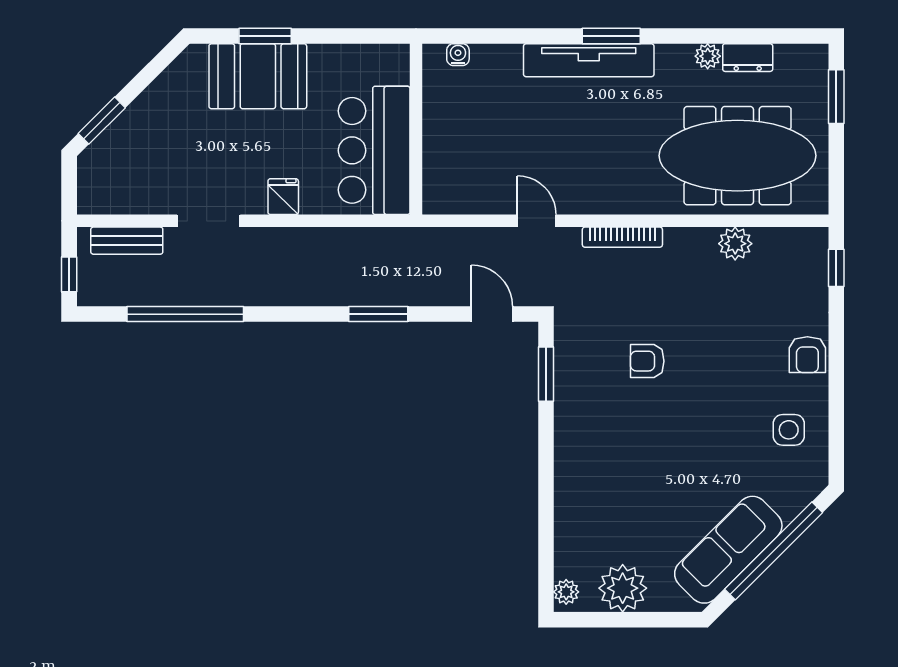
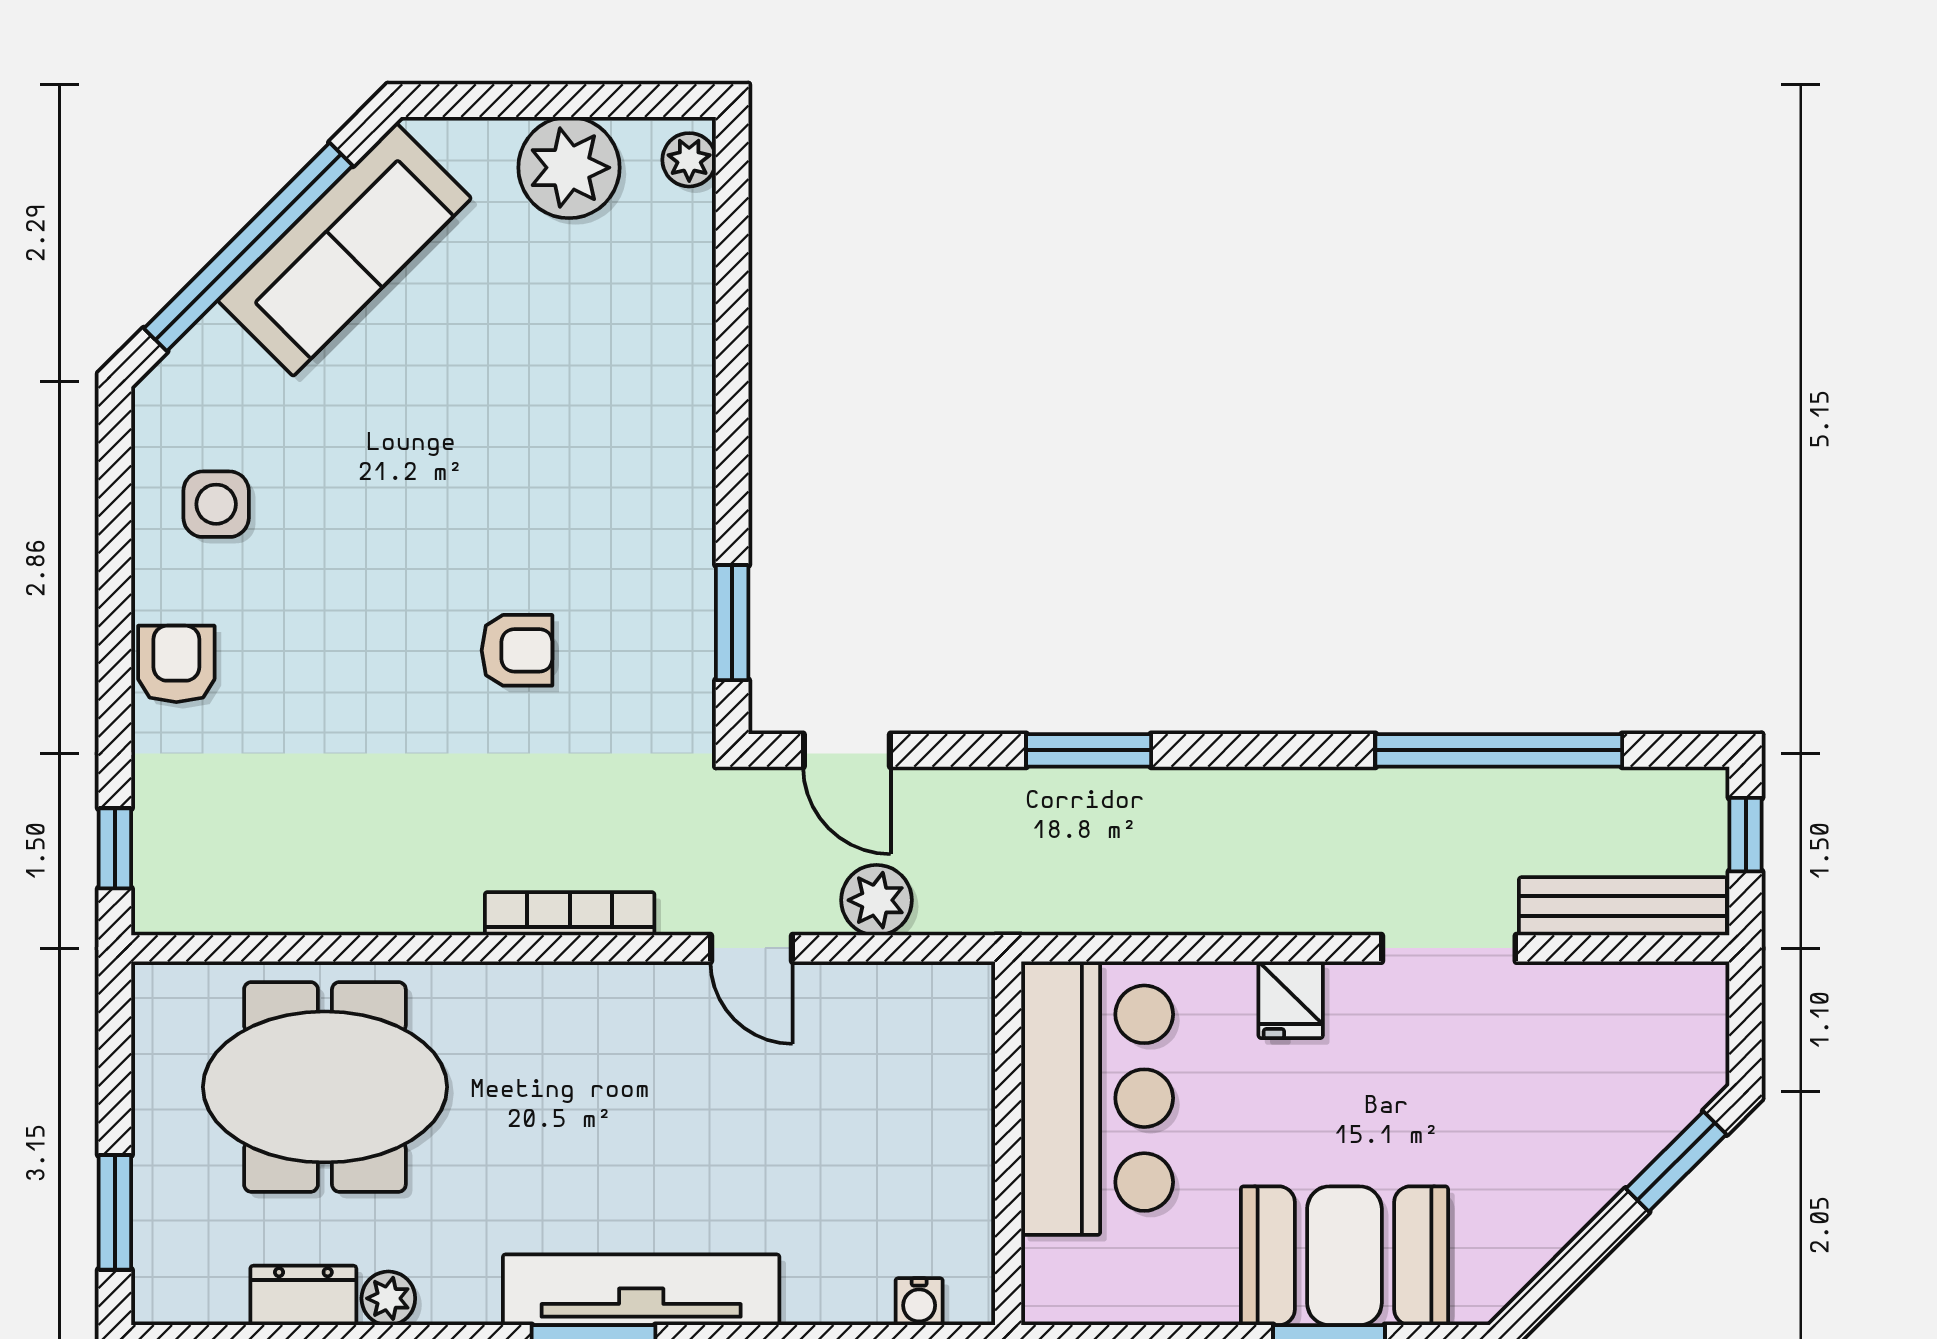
meeting table: (738, 156) -> (325, 1087), width x0.73
bench: (127, 241) -> (1623, 906), width x1.36
plant: (735, 244) -> (876, 900), moved

